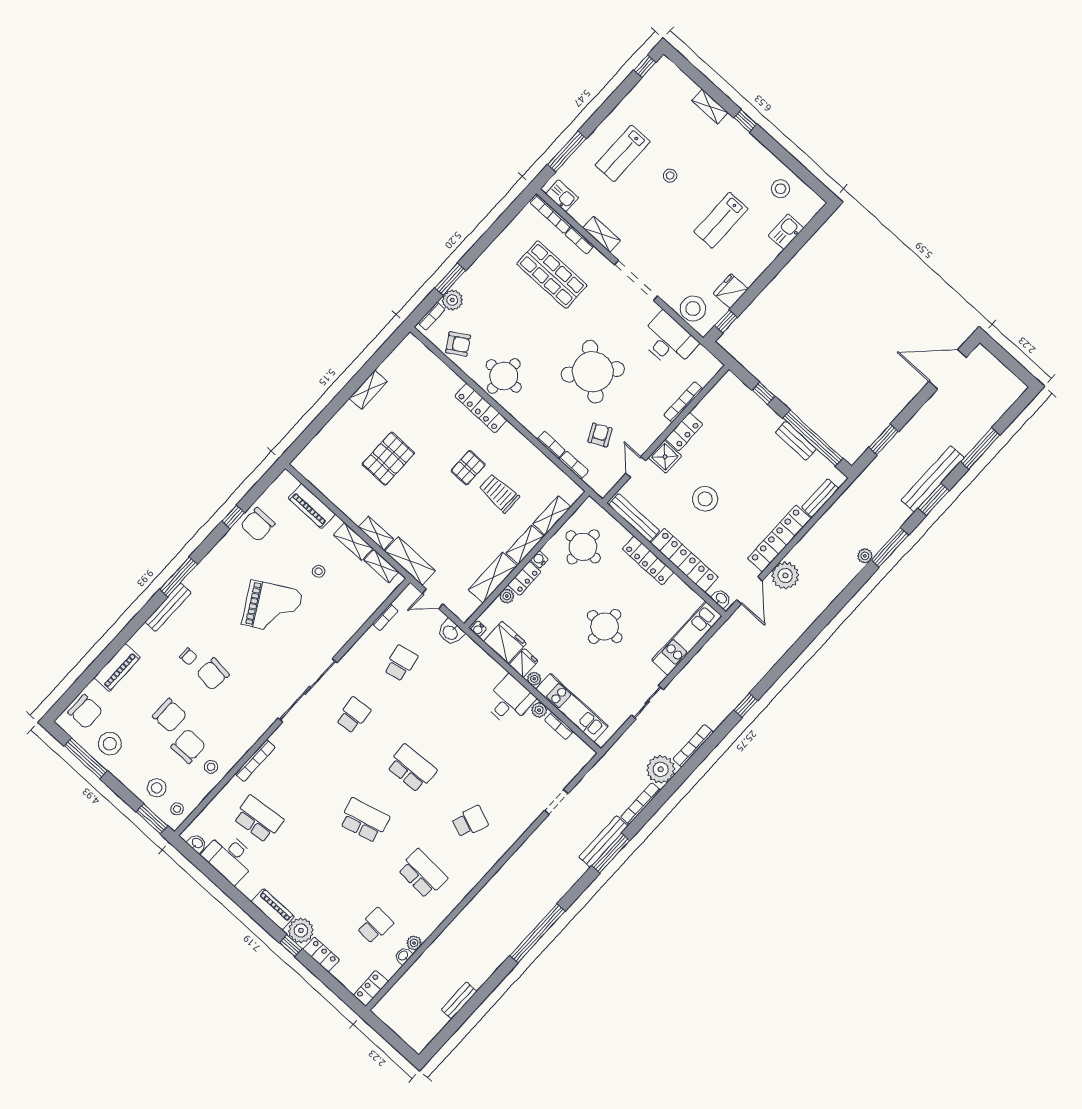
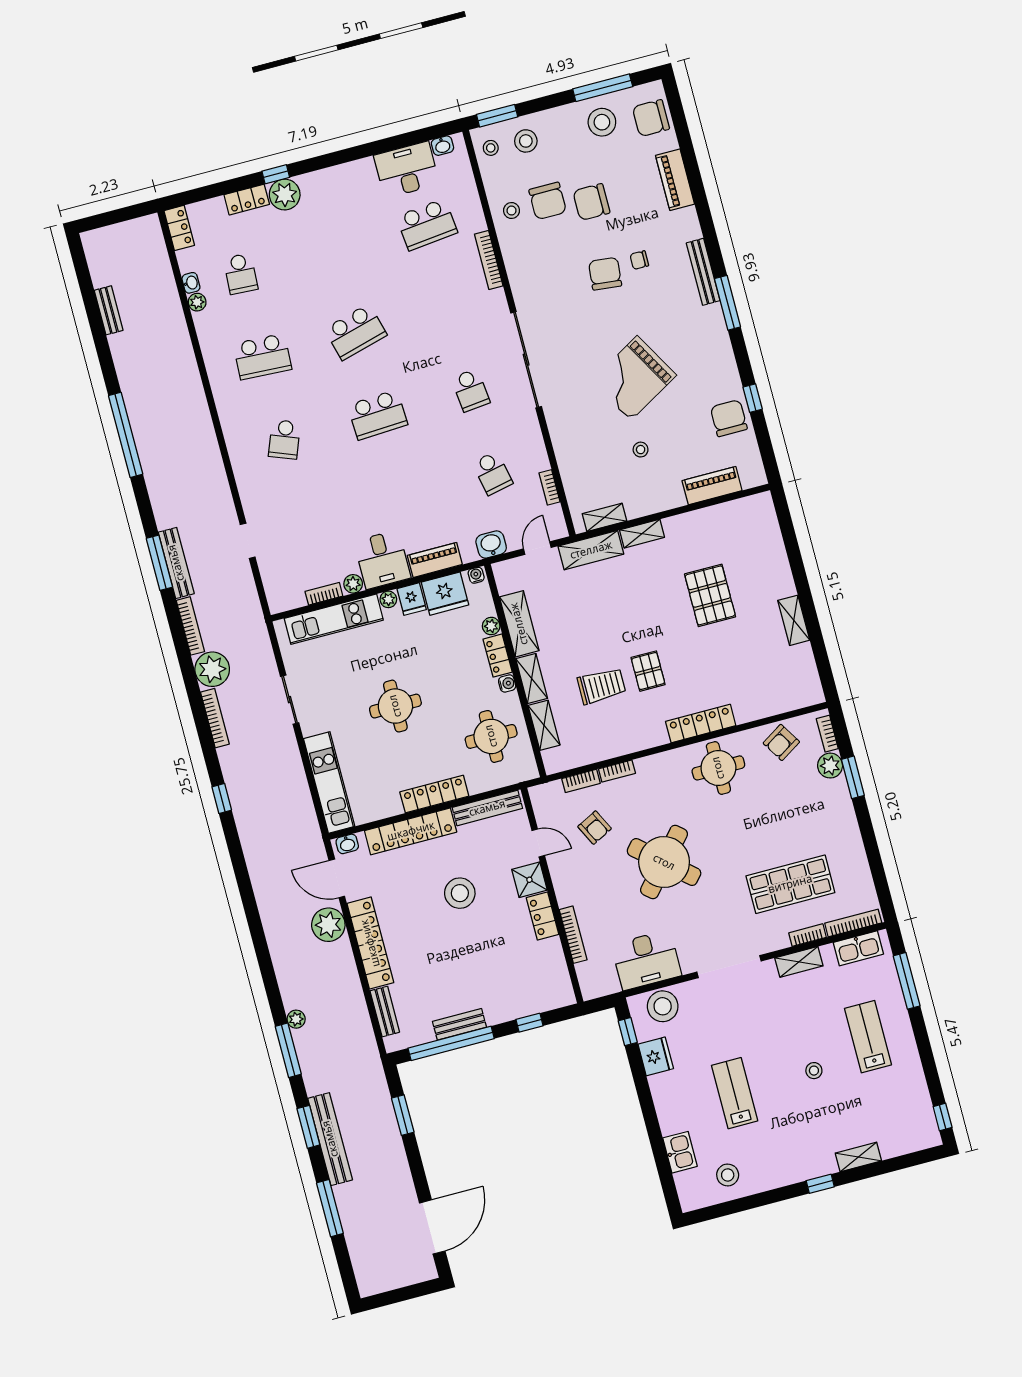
kitchen sink: (562, 196) -> (858, 948), width x1.38
shelving: (353, 542) -> (648, 505), removed
piano: (273, 909) -> (435, 560), moved, turned 180

